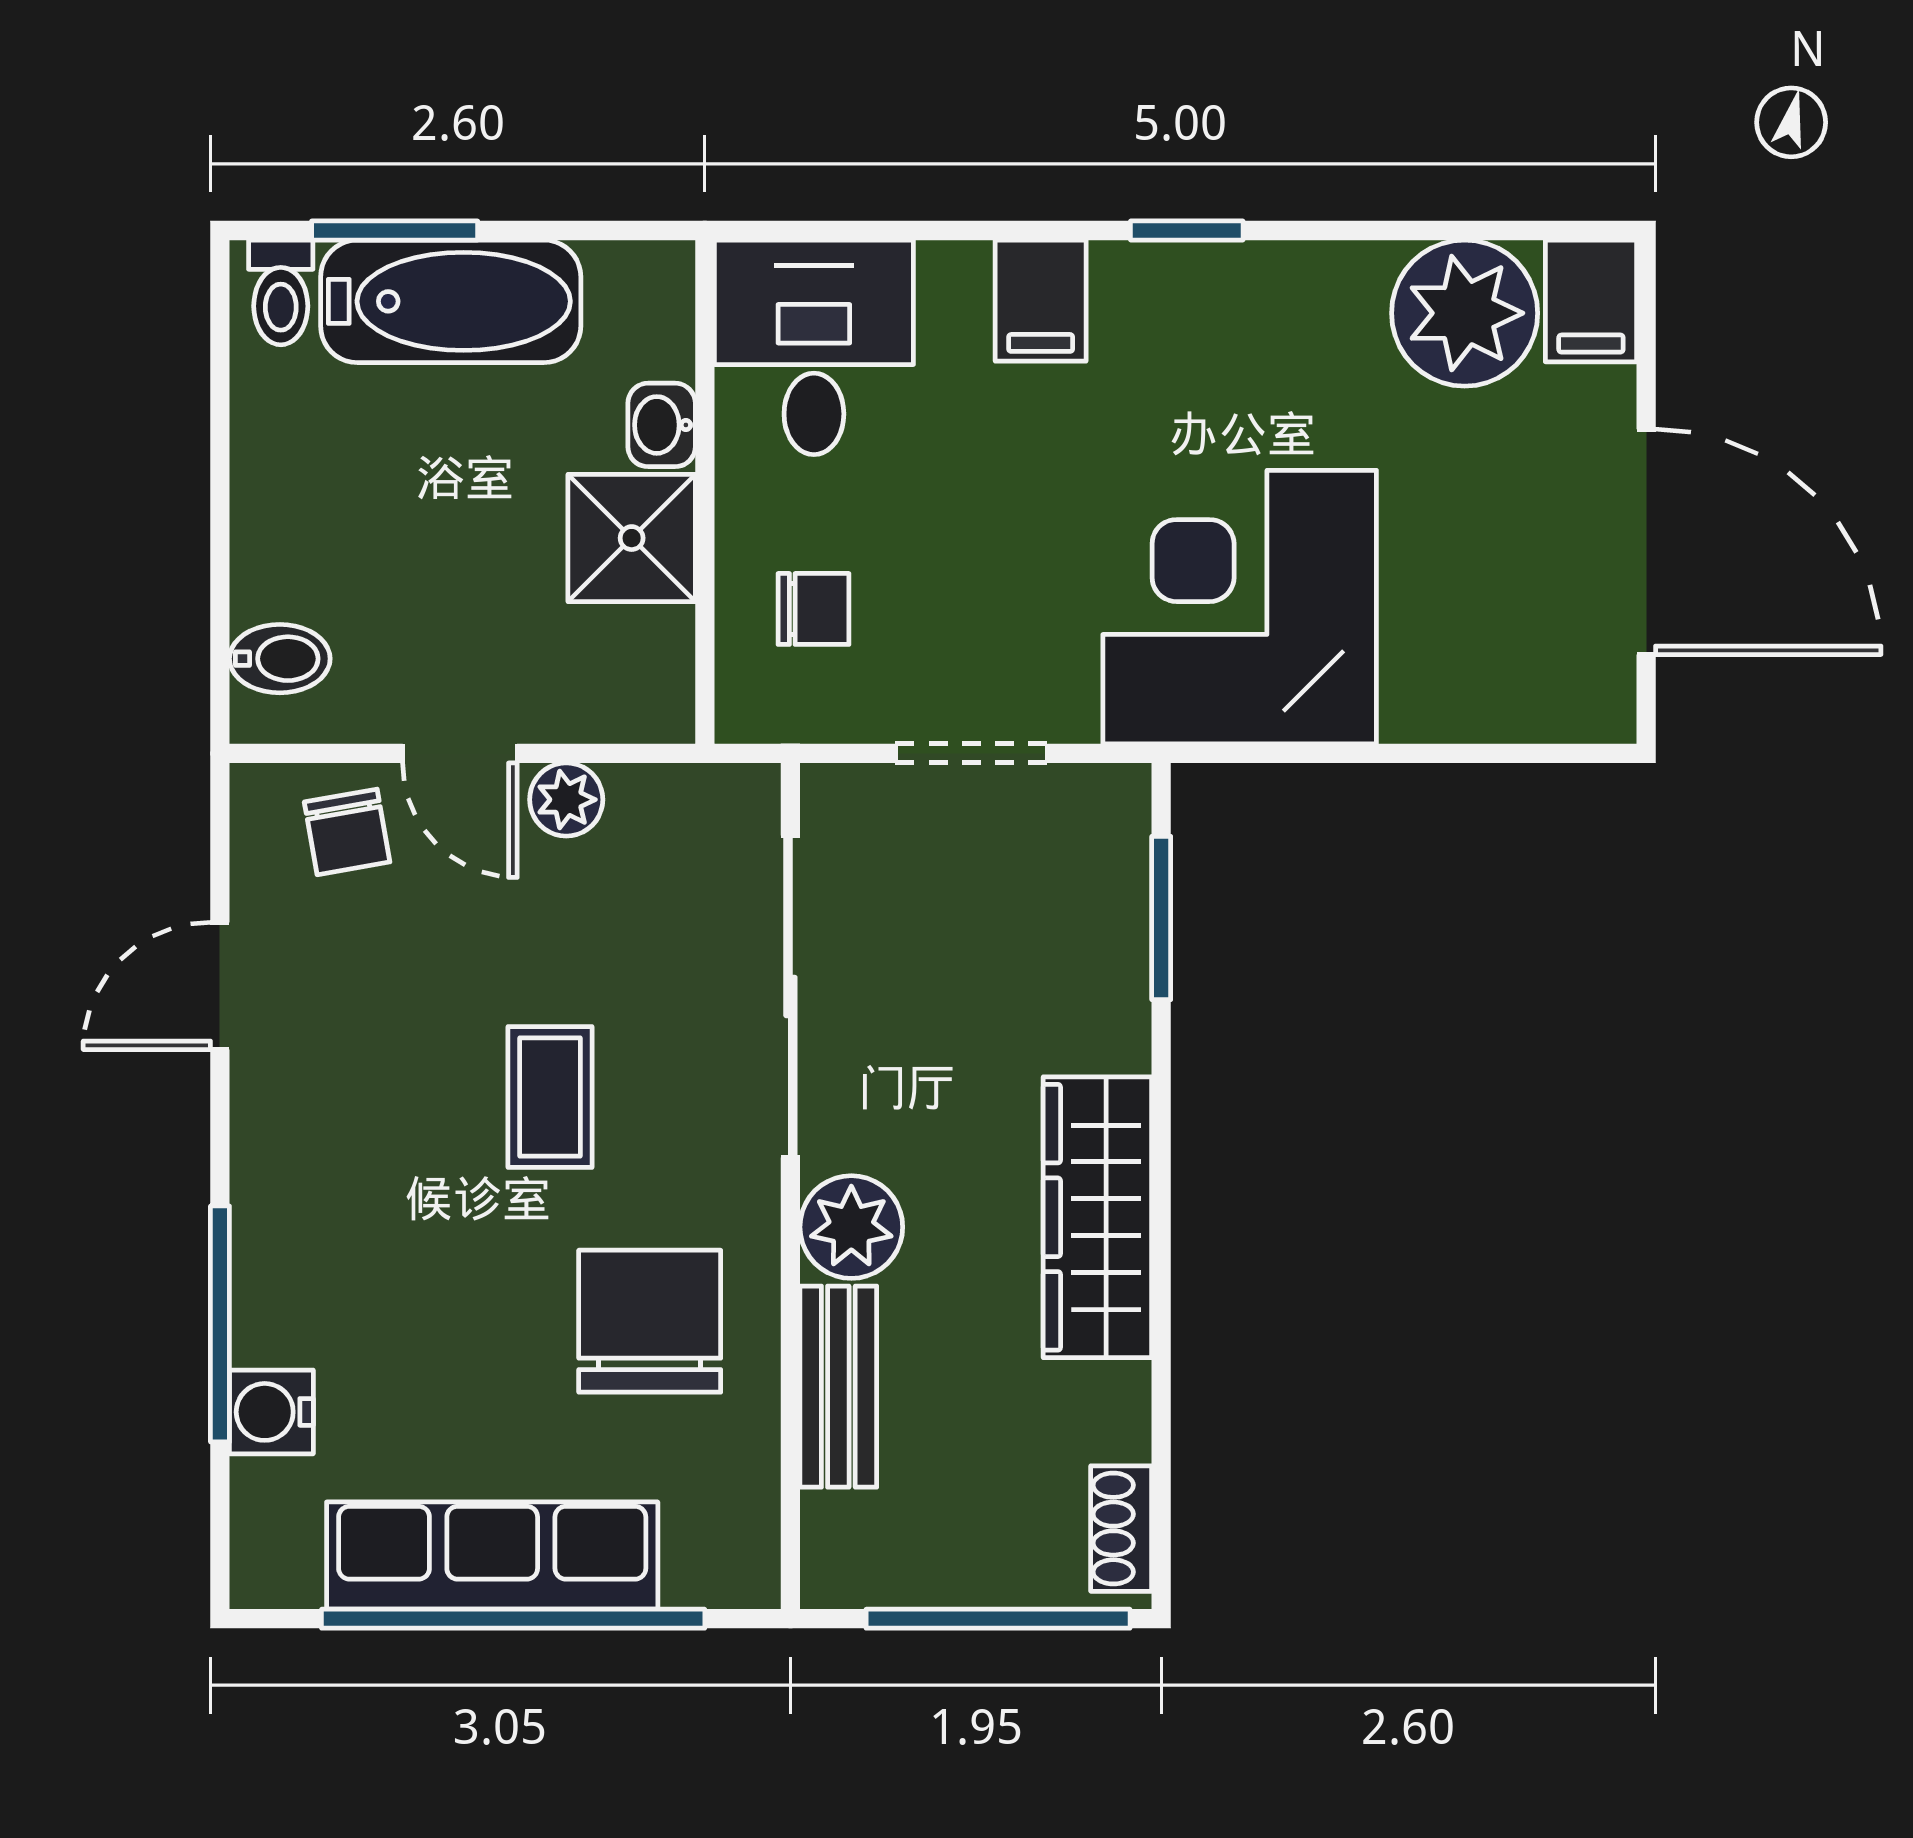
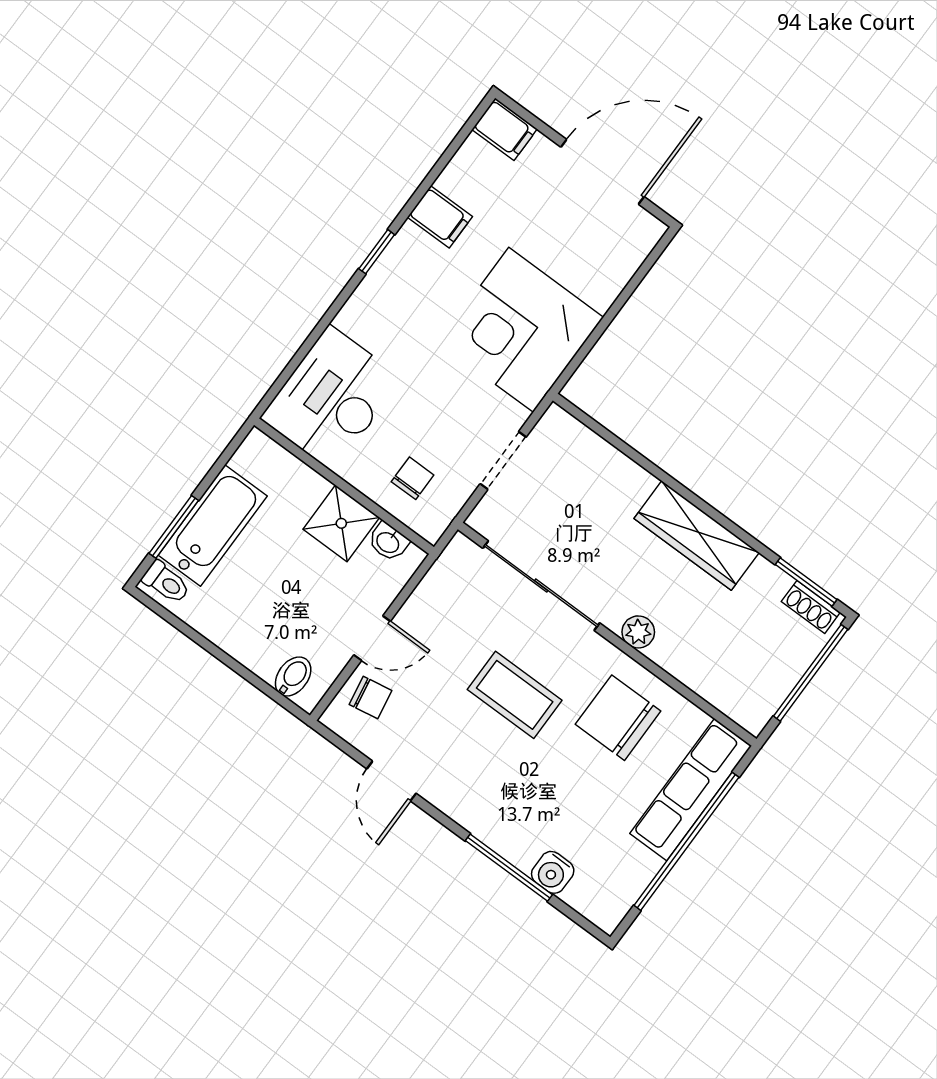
filing cabinet: (1041, 301) -> (440, 217), moved
plant: (1465, 313) -> (477, 176), removed
desk: (814, 347) -> (331, 398), width x1.37
washbasin: (662, 425) -> (388, 542), moved
plant: (566, 800) -> (415, 613), removed
window: (1161, 918) -> (806, 582), moved
coffee table: (550, 1097) -> (515, 695), width x1.36, depth x1.30
plant: (851, 1227) -> (638, 632), width x0.73, depth x0.73
bench: (838, 1387) -> (689, 669), removed
row of seats: (492, 1556) -> (691, 790), moved

